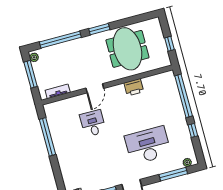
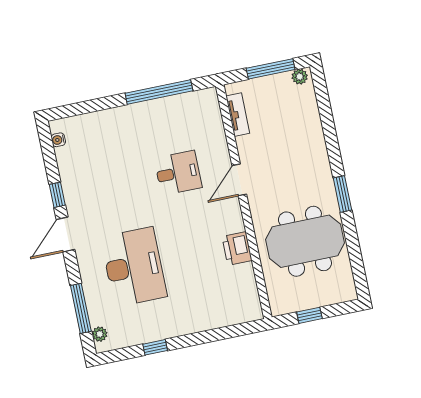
window: (60, 40) -> (328, 125), removed
door: (95, 88) -> (239, 180), hinge flipped
window: (184, 96) -> (217, 335), removed

